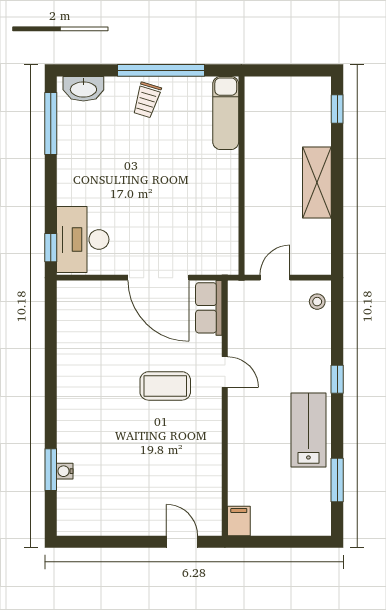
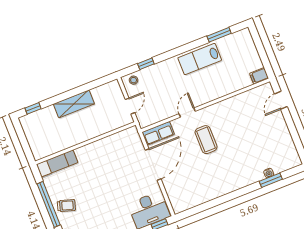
door: (275, 278) -> (130, 106), swing flipped
window: (337, 379) -> (146, 64), moved

